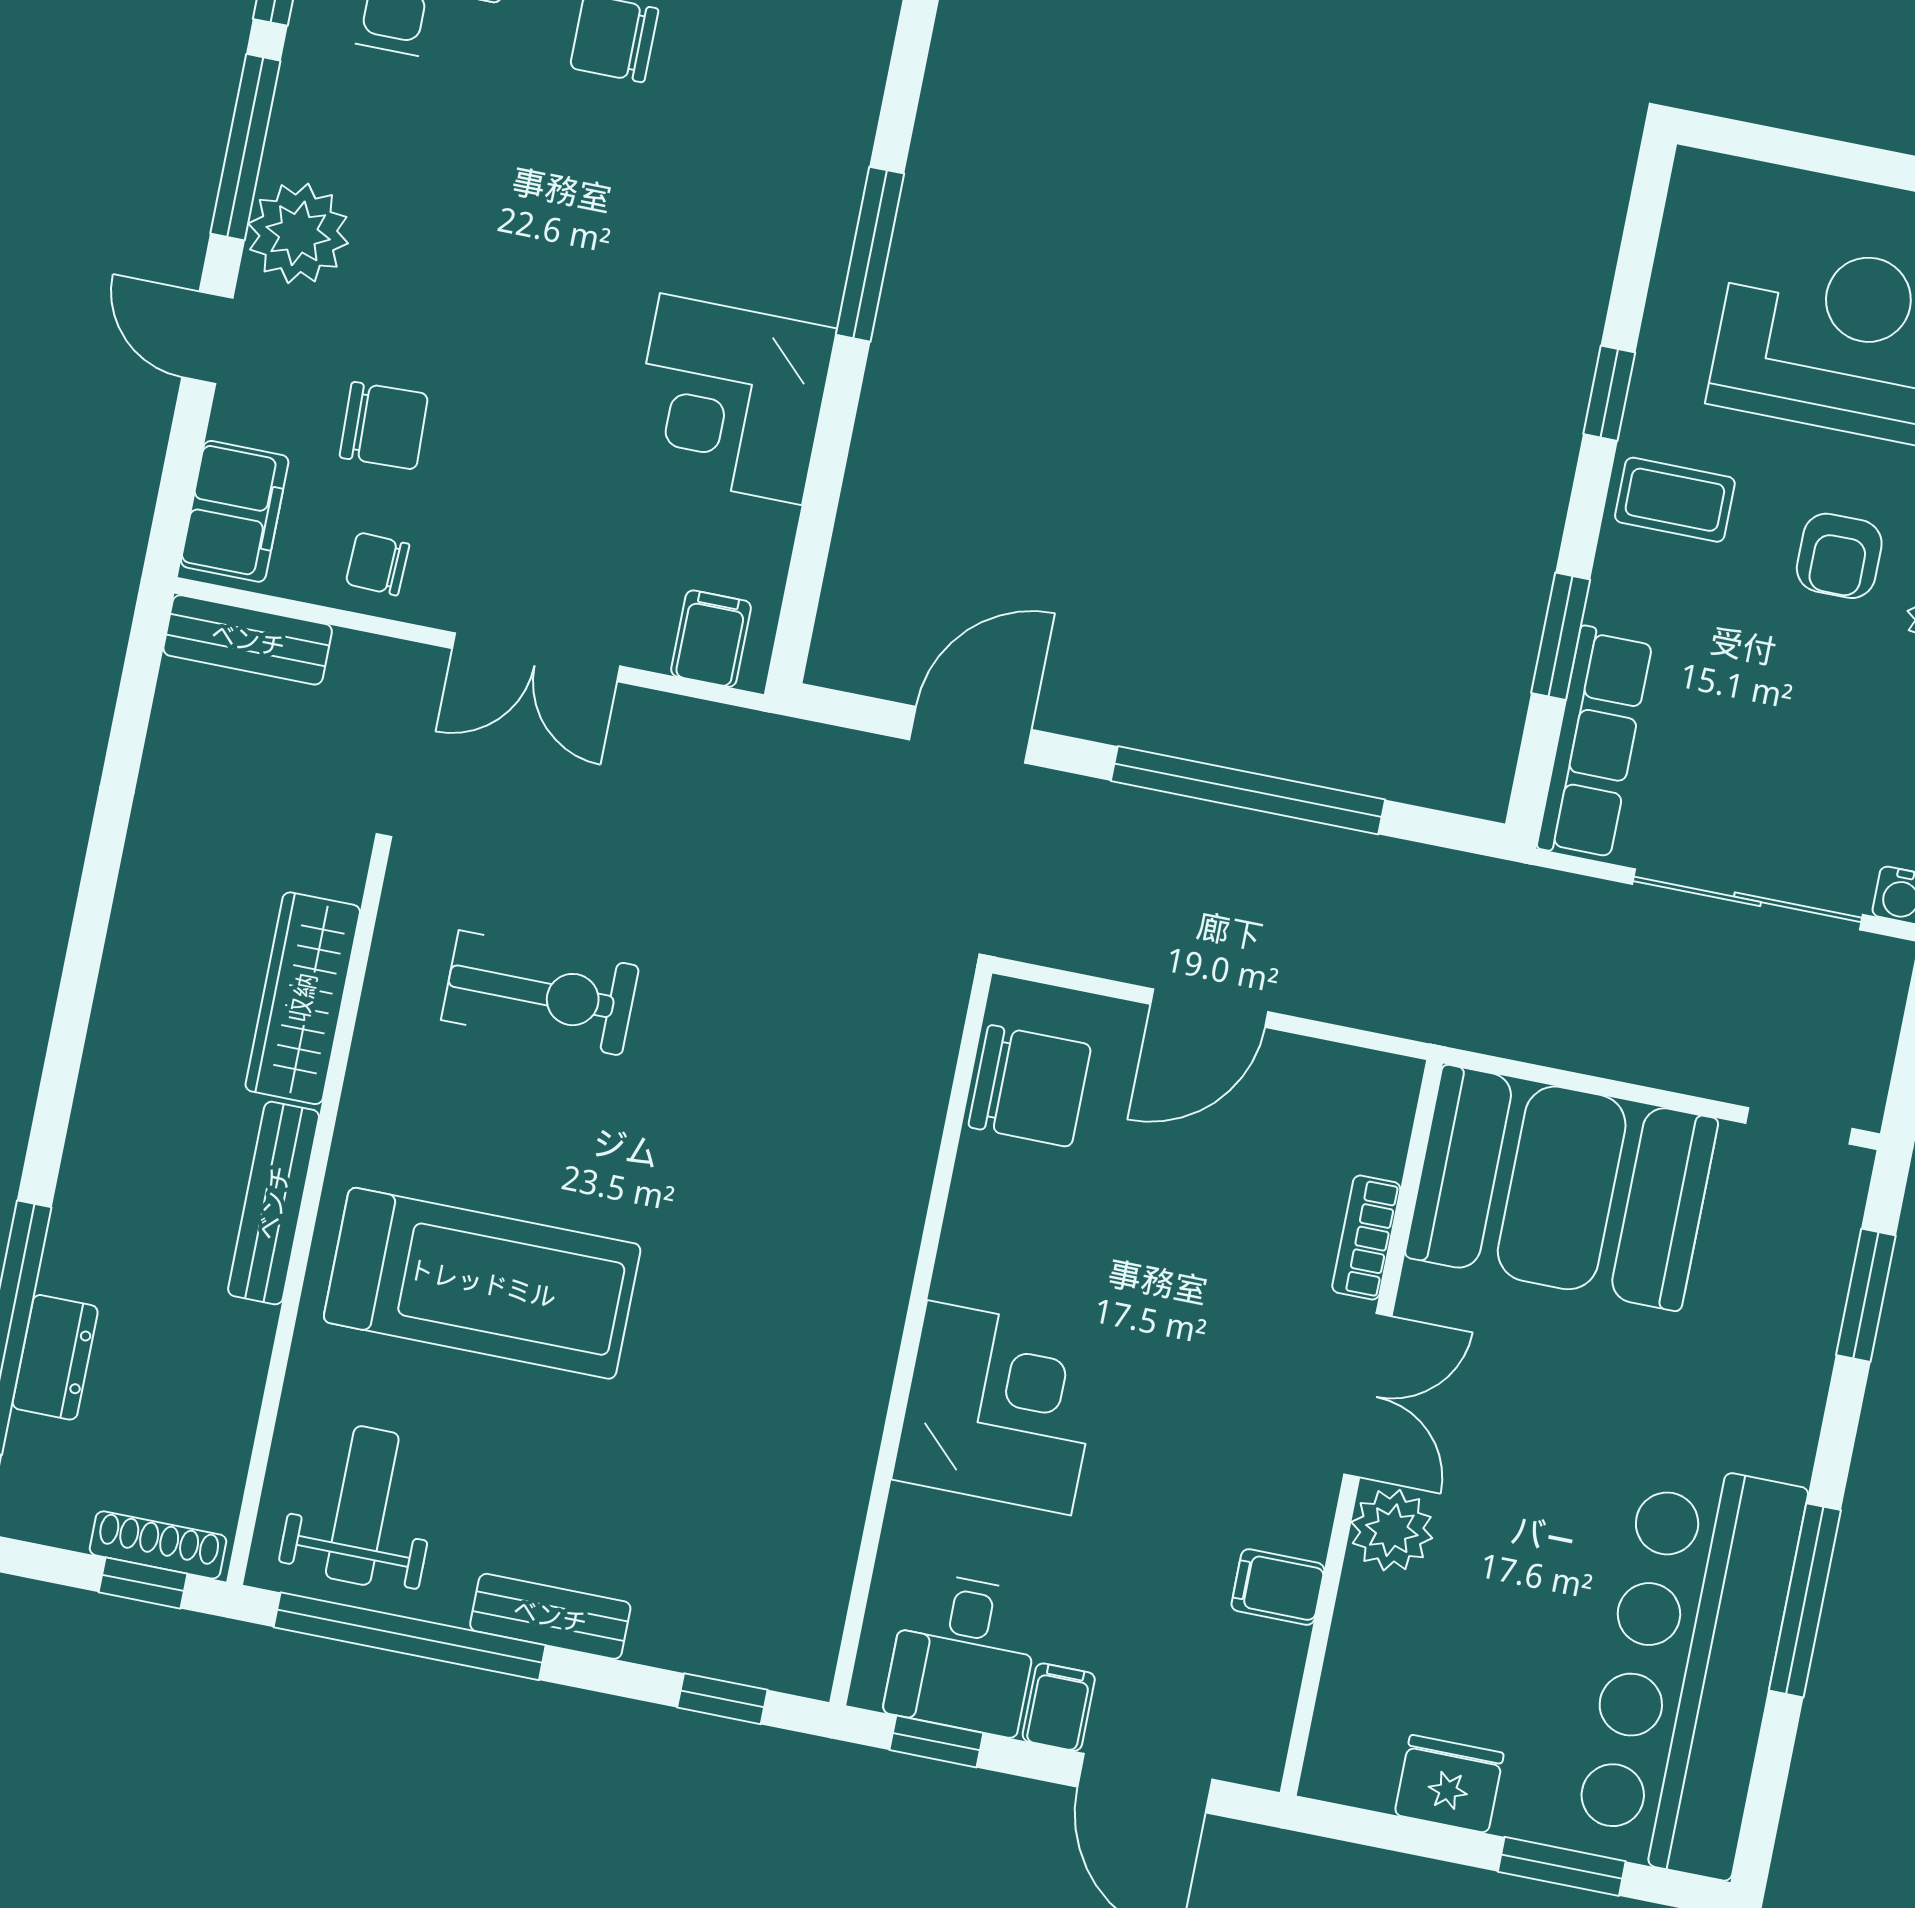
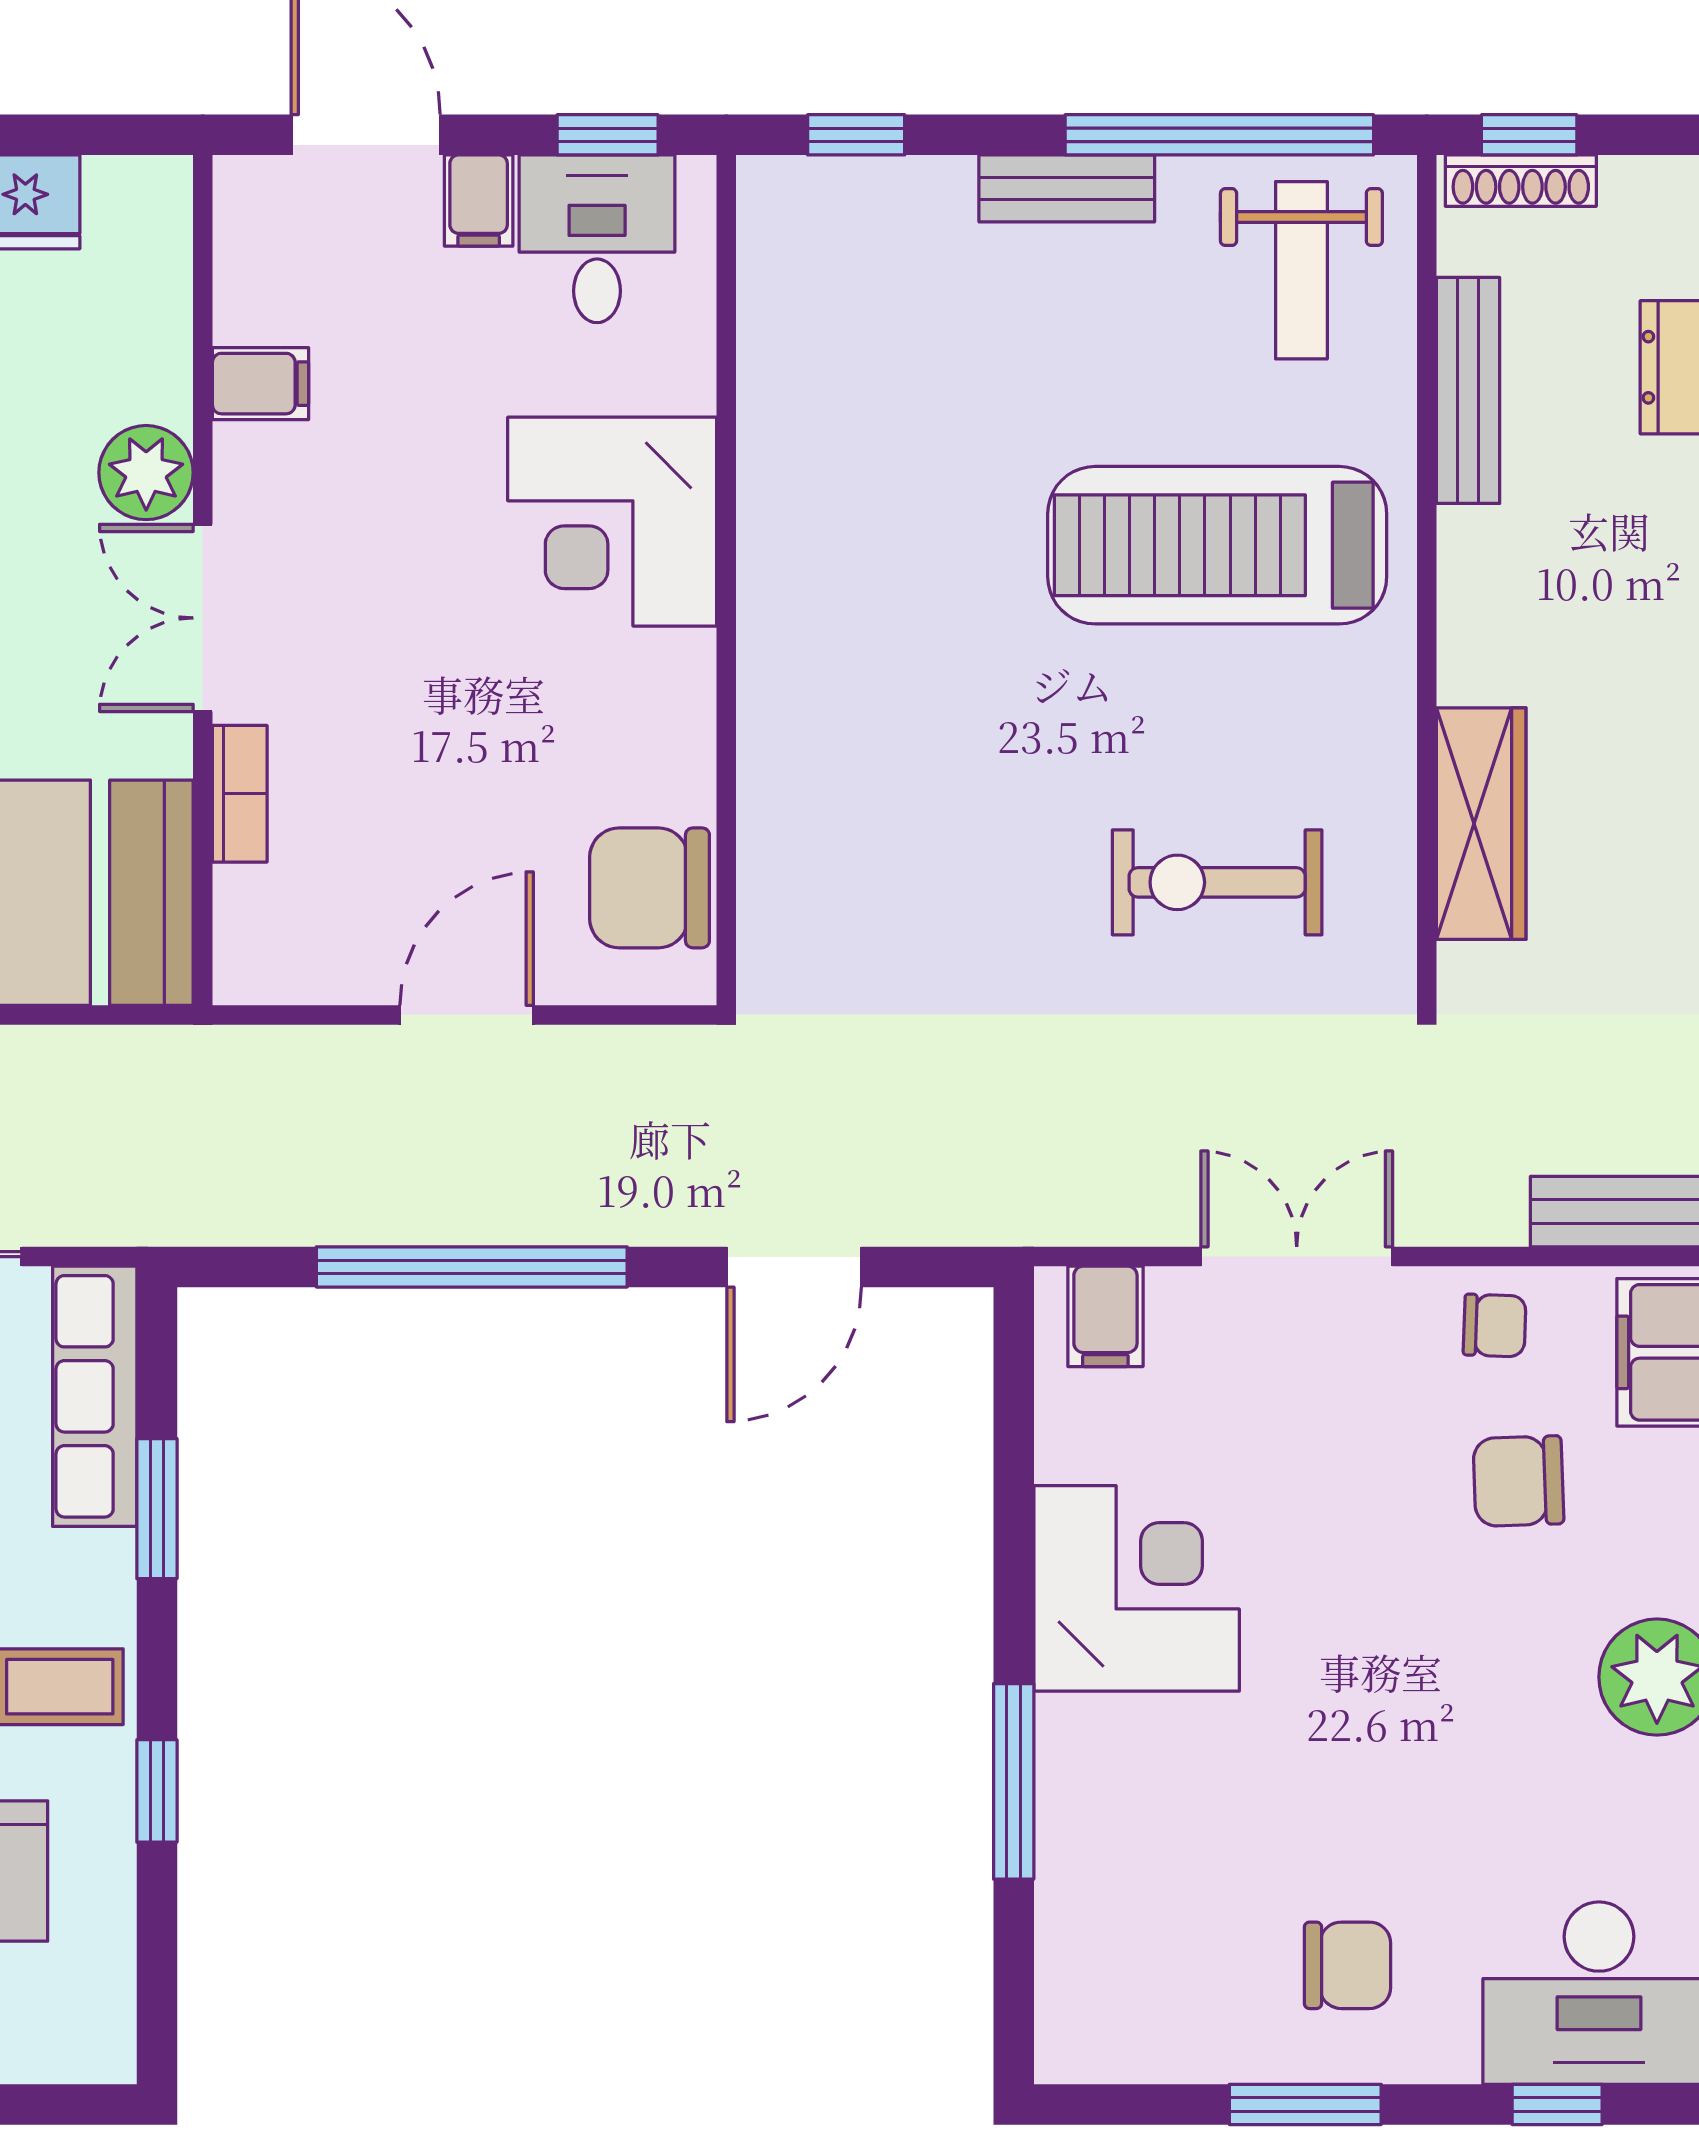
bench: (274, 1203) -> (1468, 390), moved

